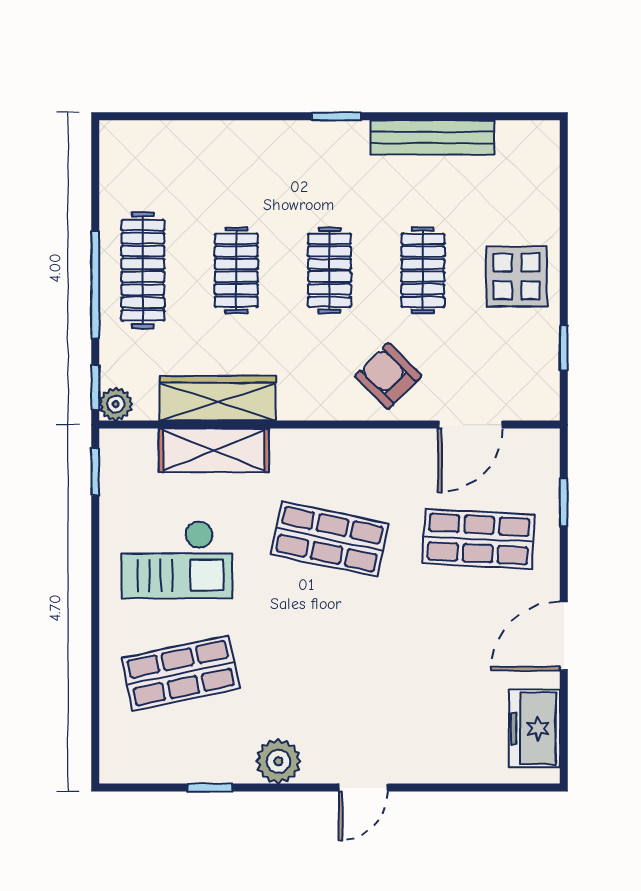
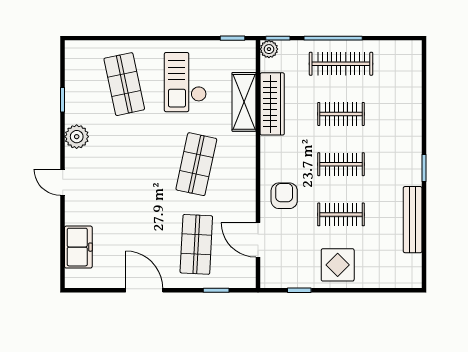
armchair: (388, 376) -> (284, 196), turned -45
freezer: (534, 728) -> (78, 247), moved, turned 90

